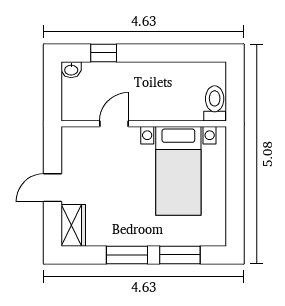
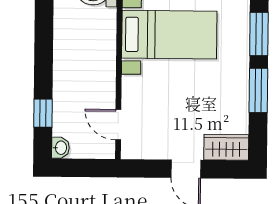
door: (114, 124) -> (118, 125), moved

